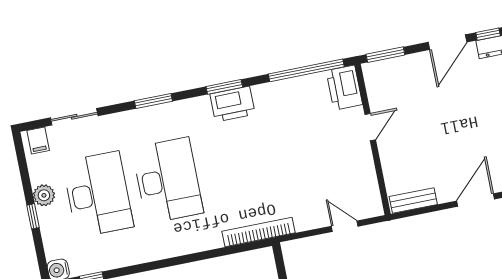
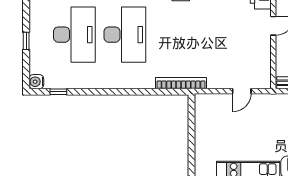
plant: (44, 195) -> (37, 28), removed
door: (345, 226) -> (242, 91), swing flipped

